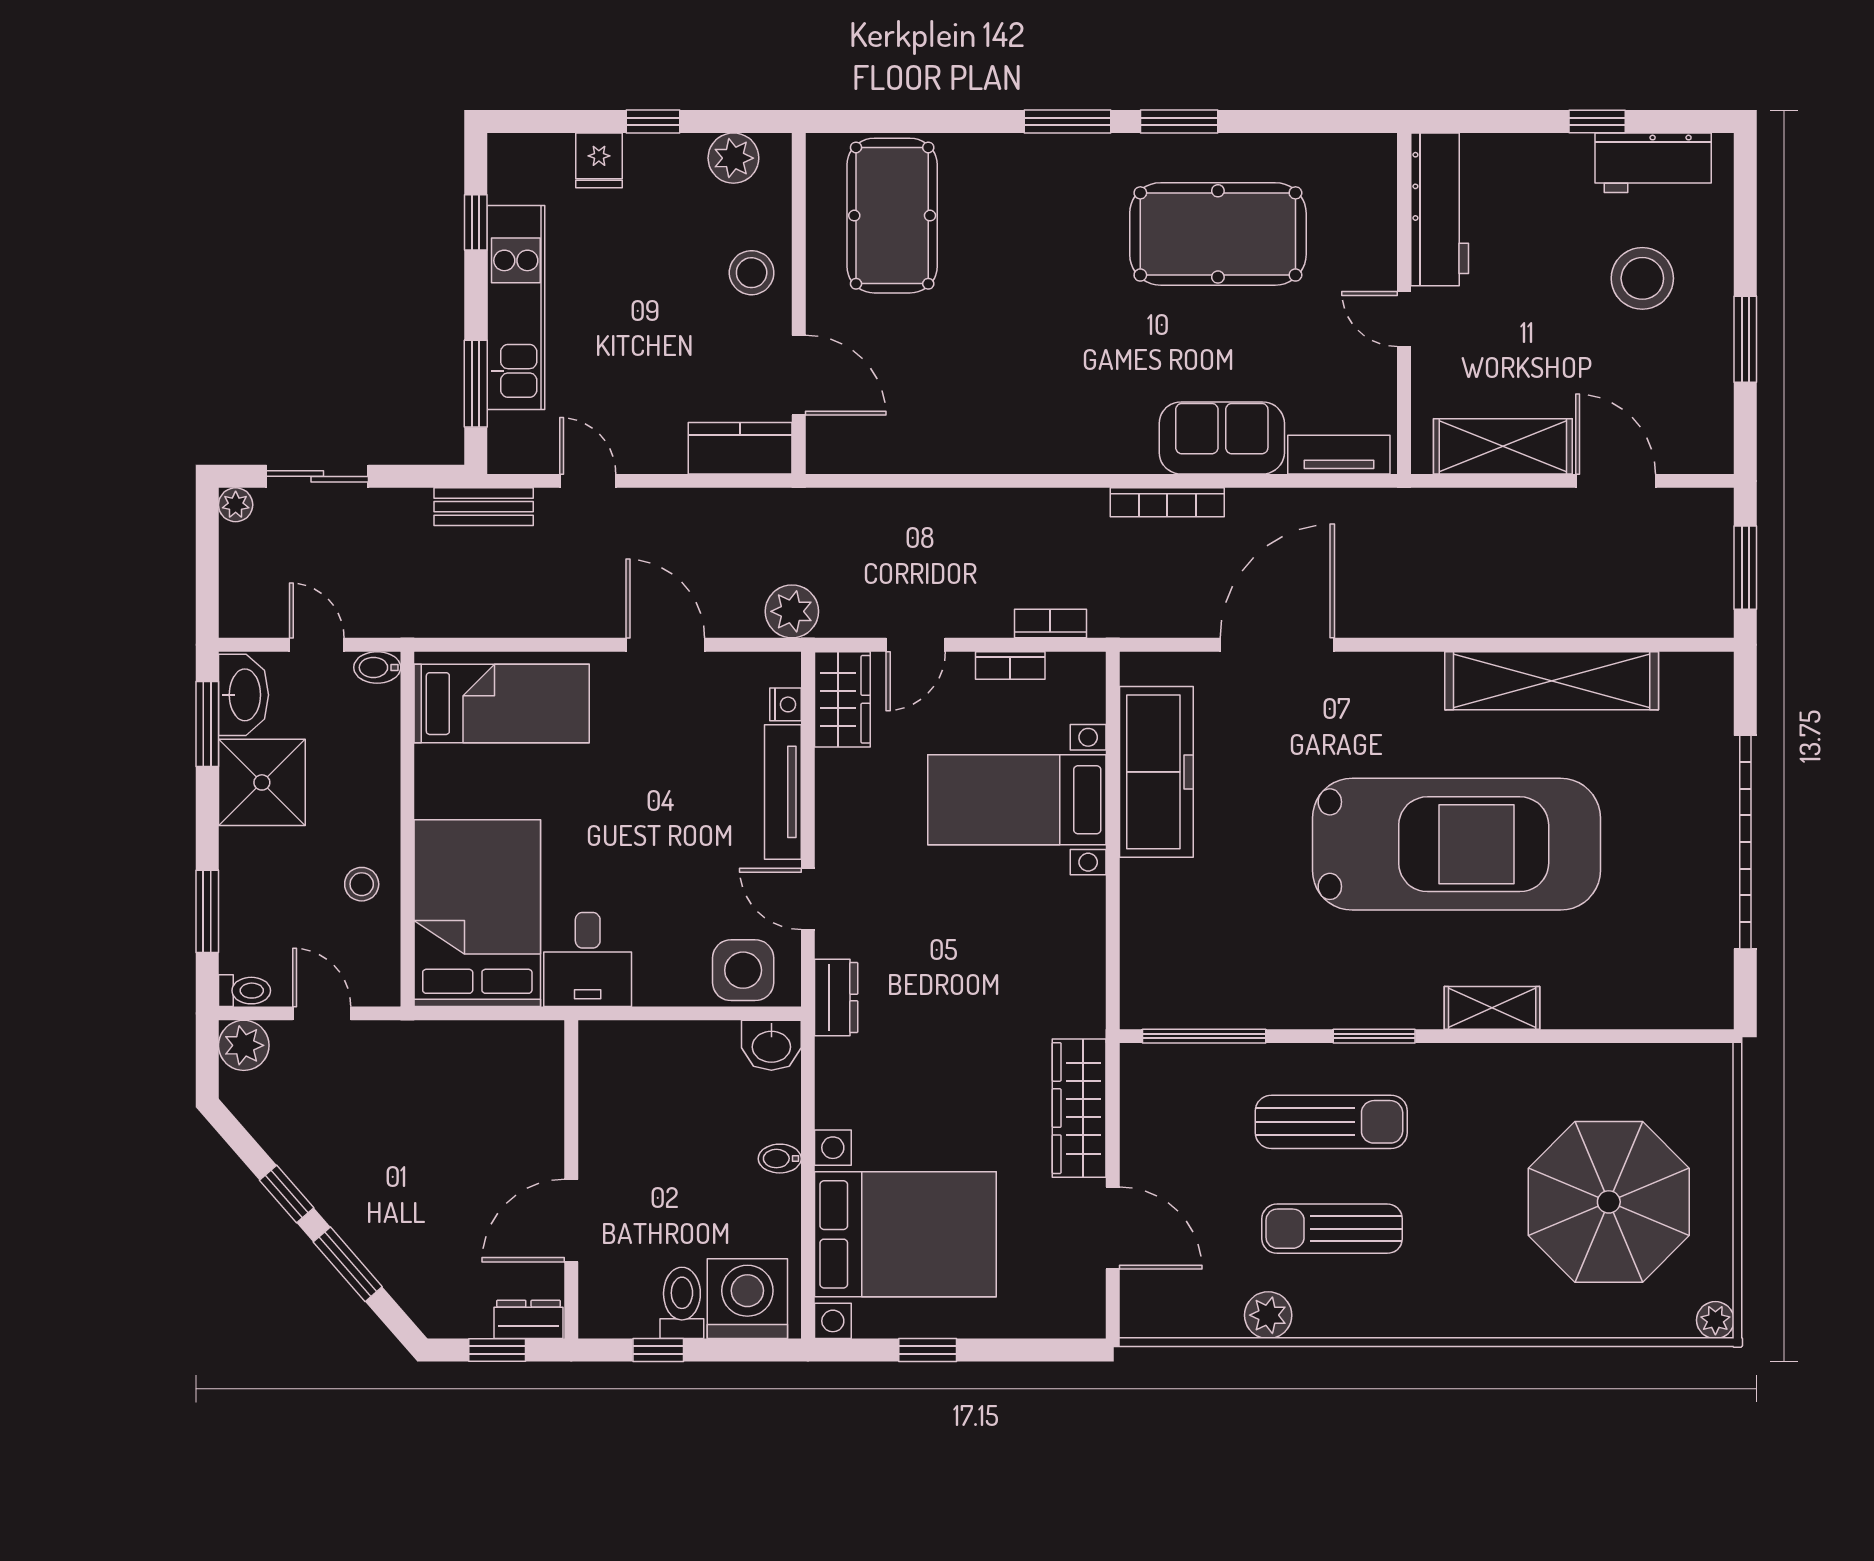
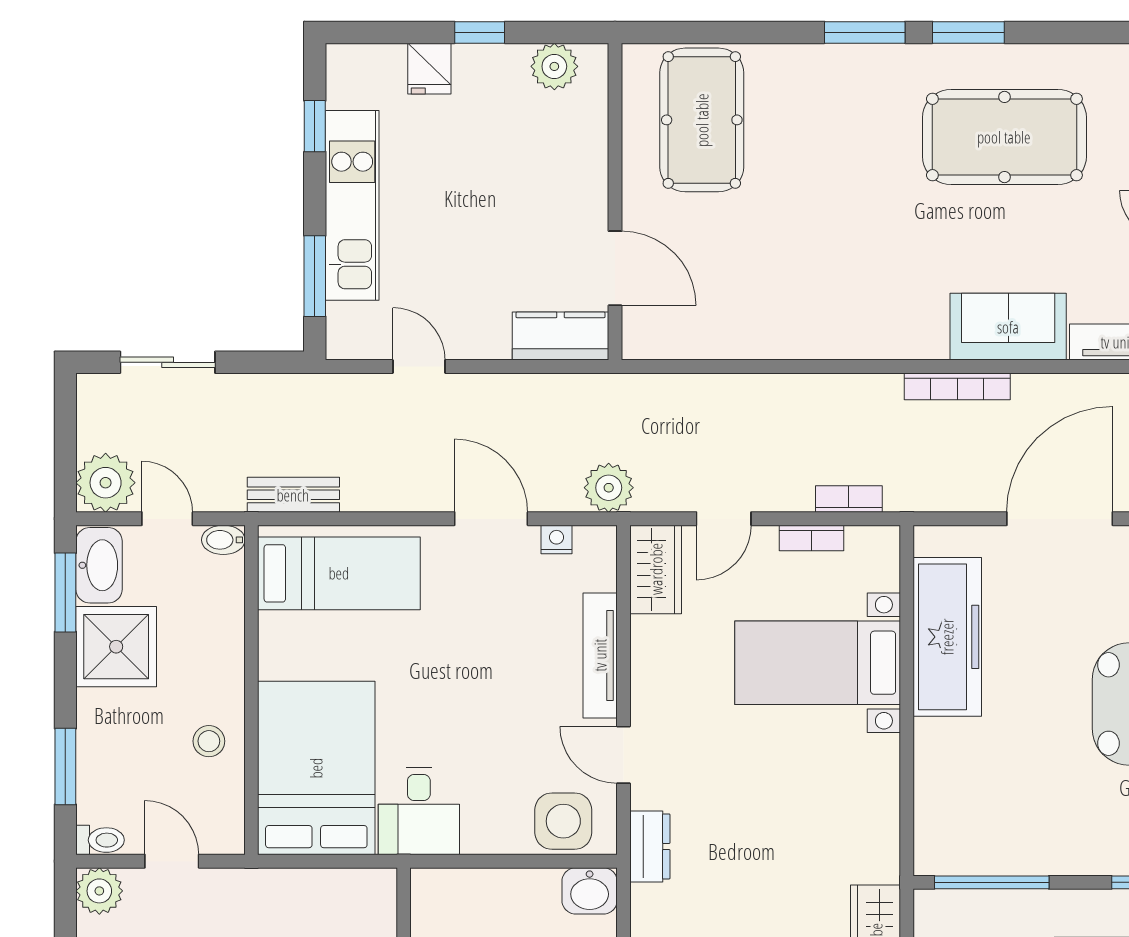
stool: (752, 273) -> (571, 173), removed
plant: (236, 505) -> (106, 483), moved, width x1.88, depth x1.88
bench: (484, 507) -> (293, 495), moved
nightstand: (786, 704) -> (556, 539), moved, turned -90

